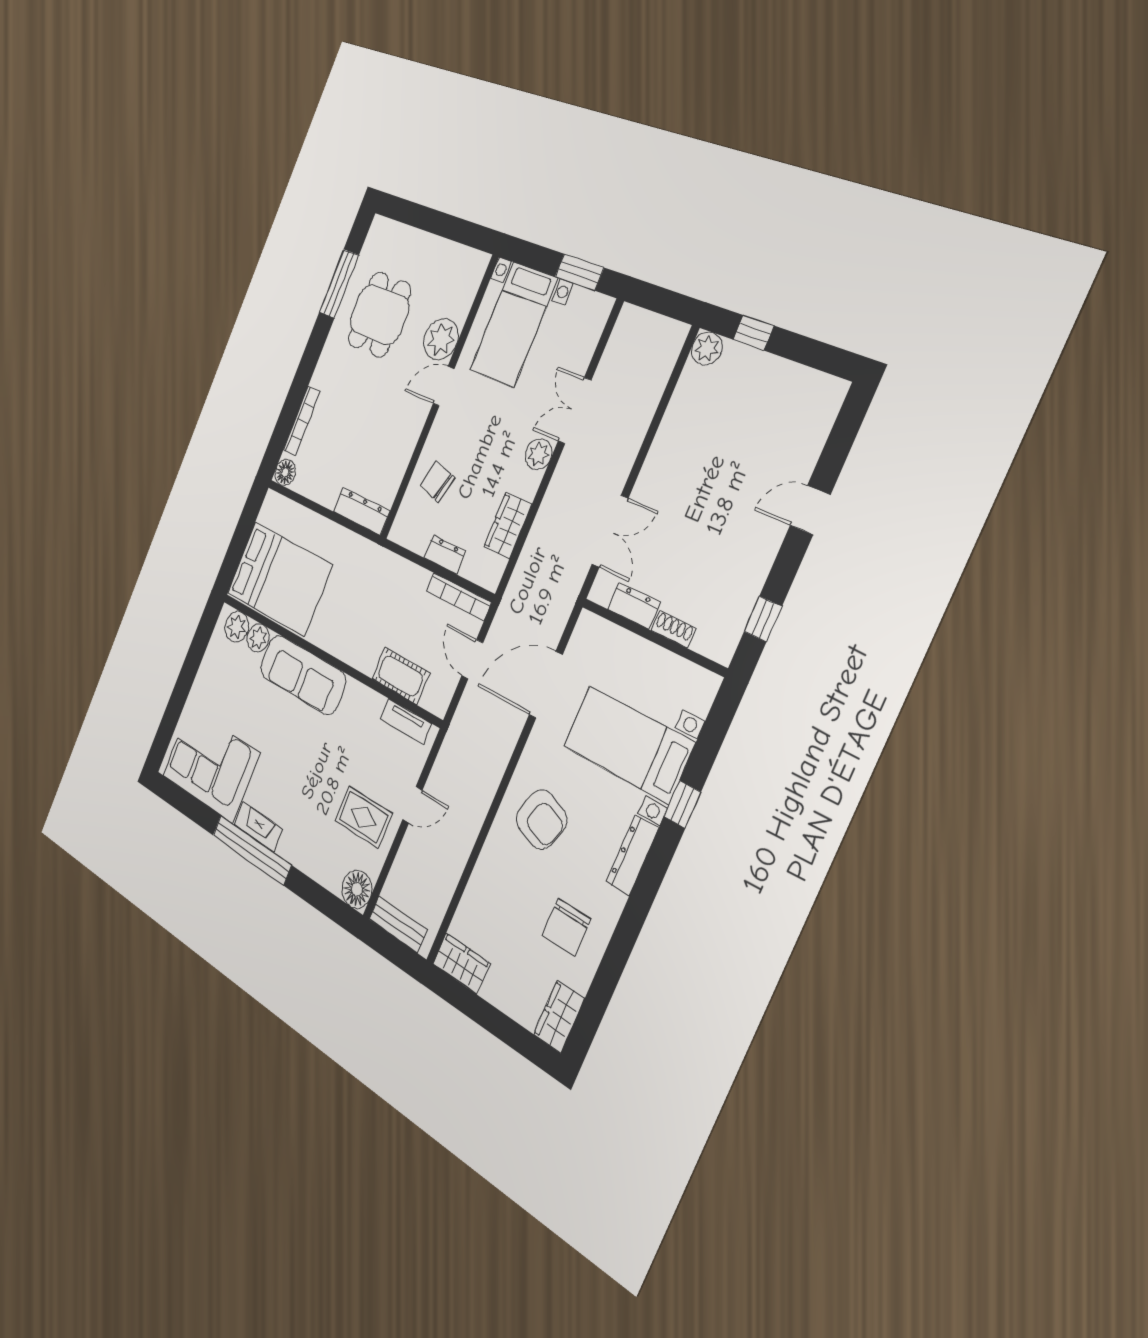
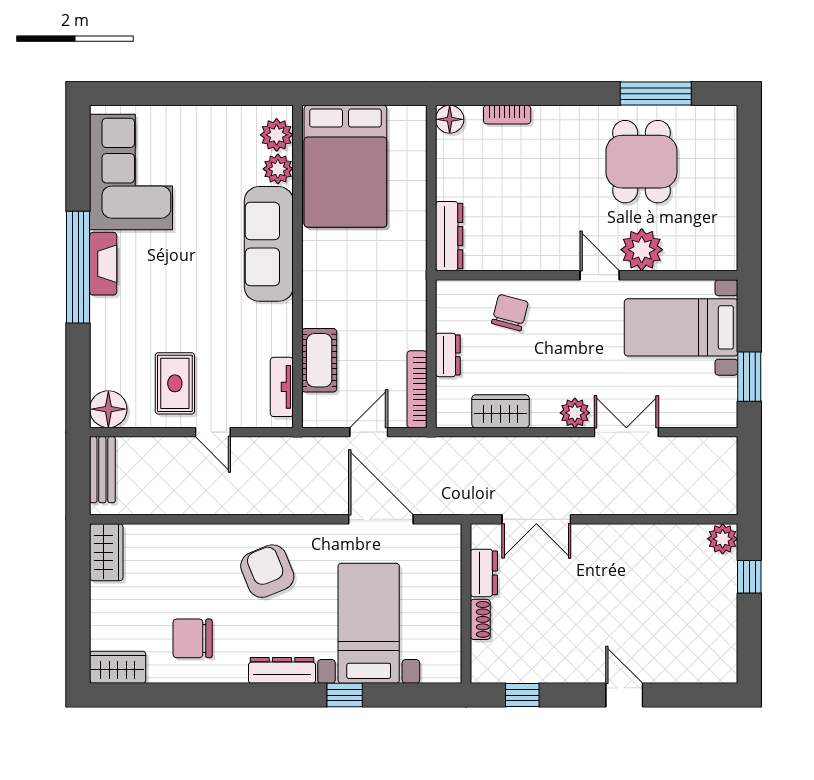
dining table: (379, 315) -> (641, 162), turned 90
bookcase: (302, 421) -> (507, 115), width x0.64
armchair: (541, 819) -> (267, 571), turned 138

